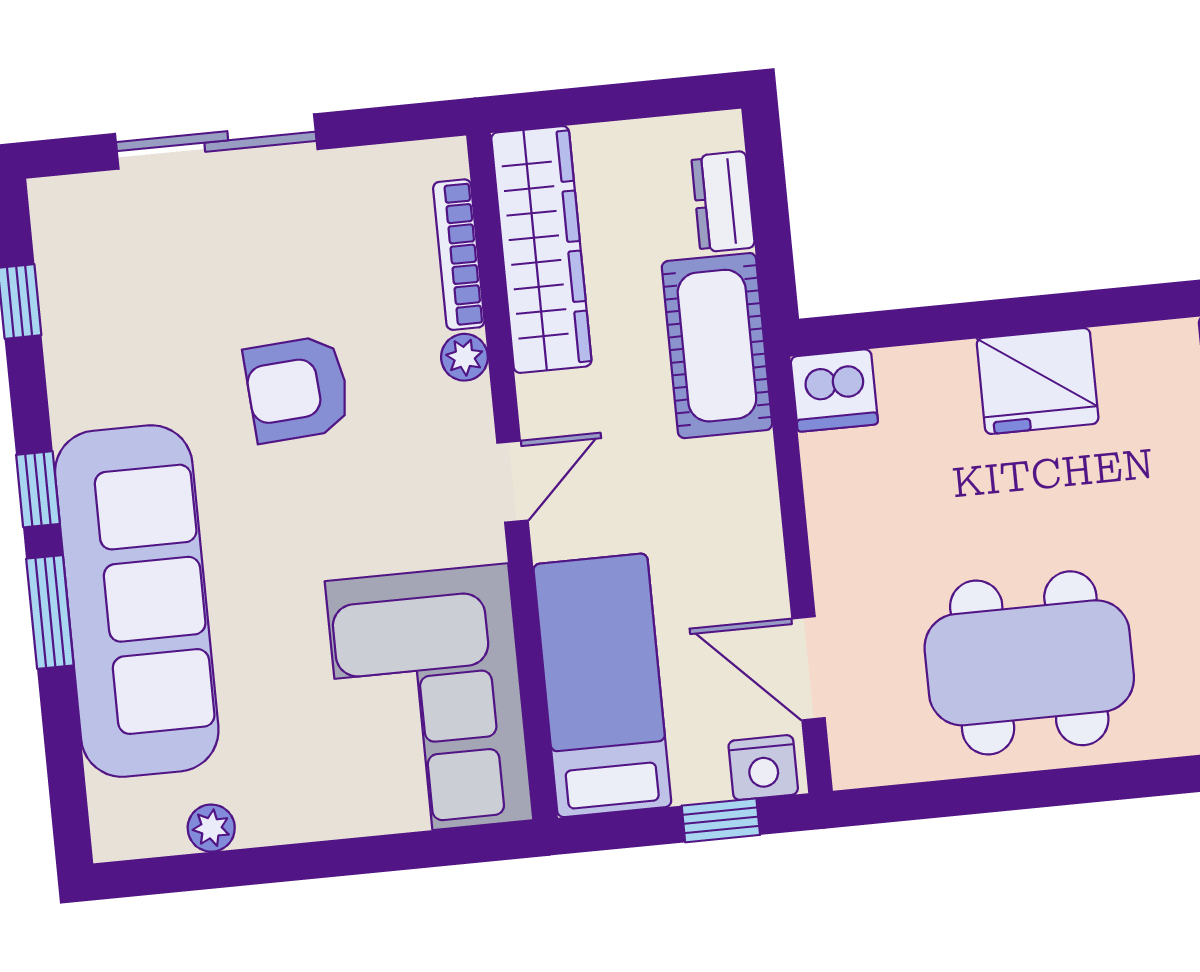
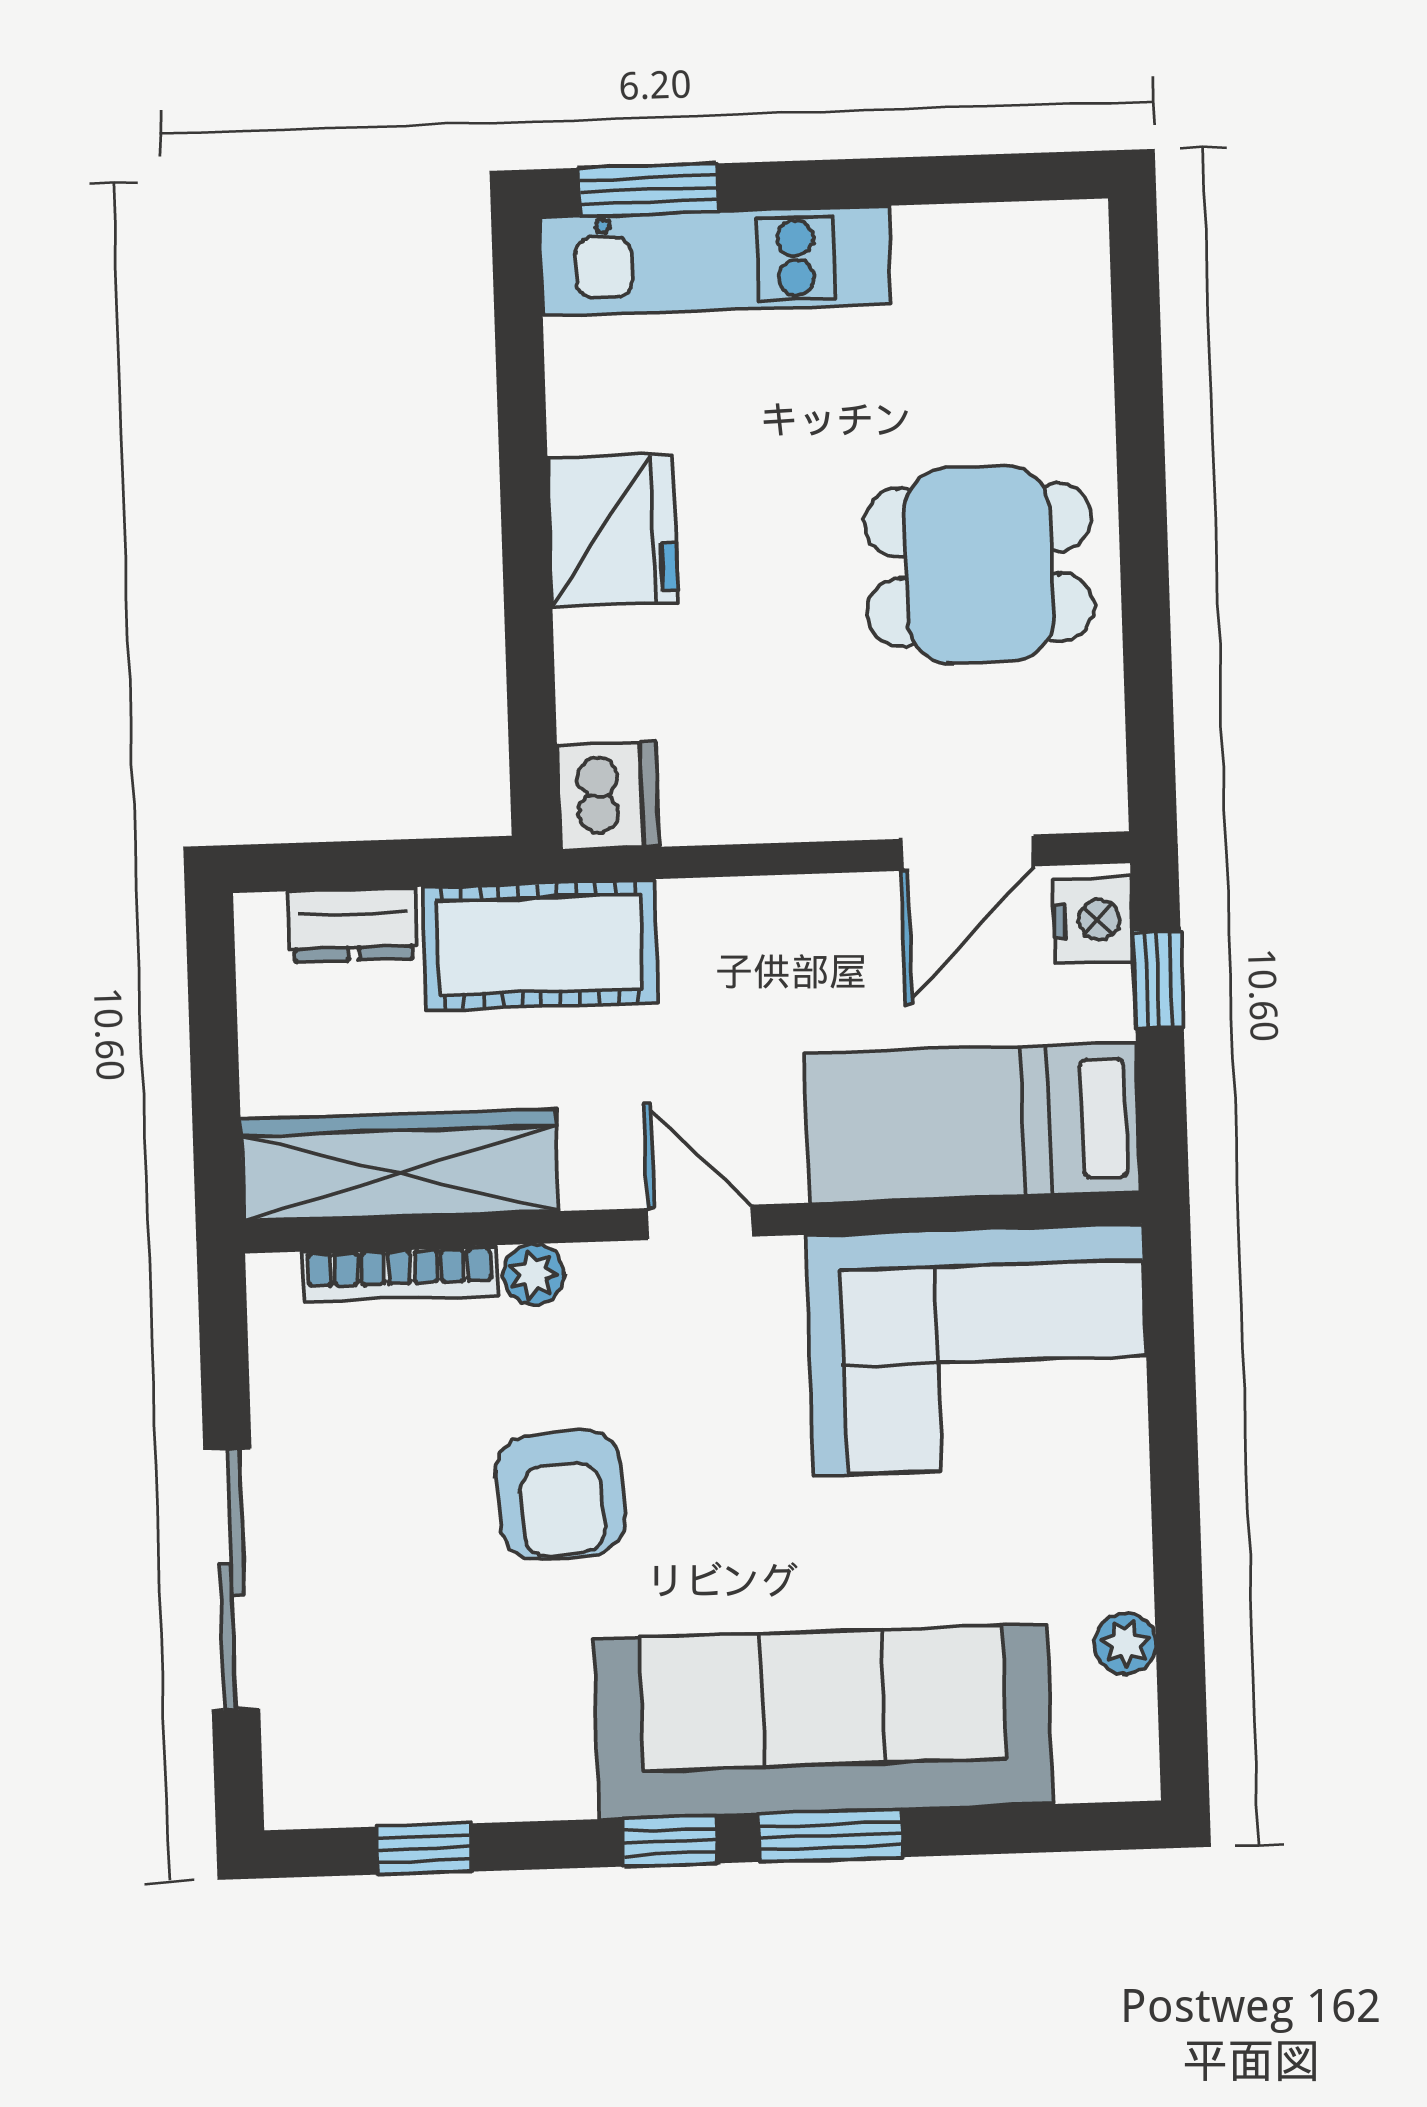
dining table: (1029, 663) -> (979, 565), width x0.73

